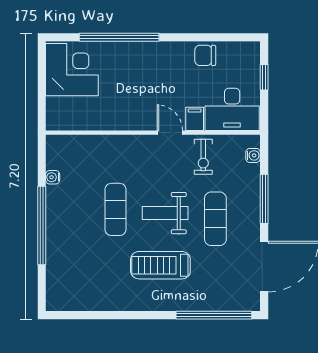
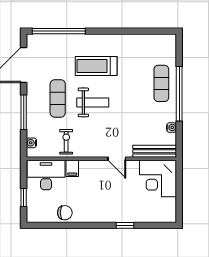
window: (119, 37) -> (125, 225), width x0.32
corner desk: (72, 70) -> (158, 178), moved
door: (170, 133) -> (117, 159), moved
bench: (77, 143) -> (155, 151), added
exercise mat: (115, 209) -> (161, 83), moved
treadmill: (160, 265) -> (96, 66), turned 180

